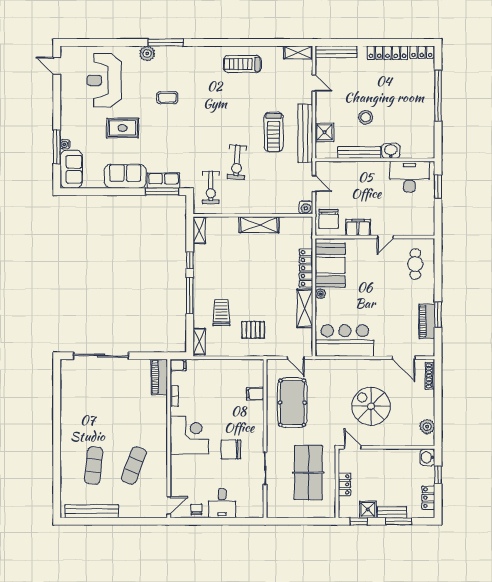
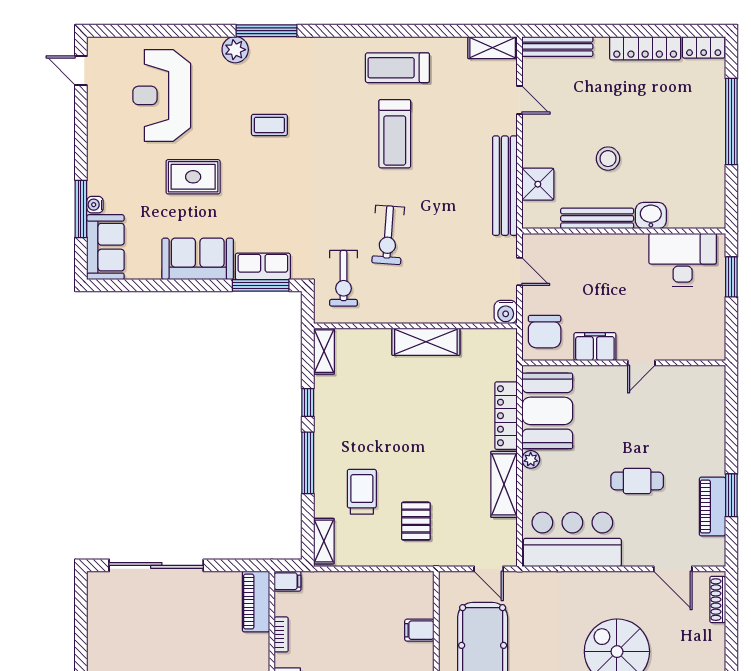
treadmill: (274, 132) -> (395, 134), moved
cafe table: (415, 264) -> (637, 481), moved, turned 90
pallet: (253, 330) -> (416, 521), turned 90

